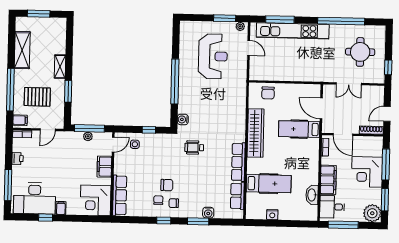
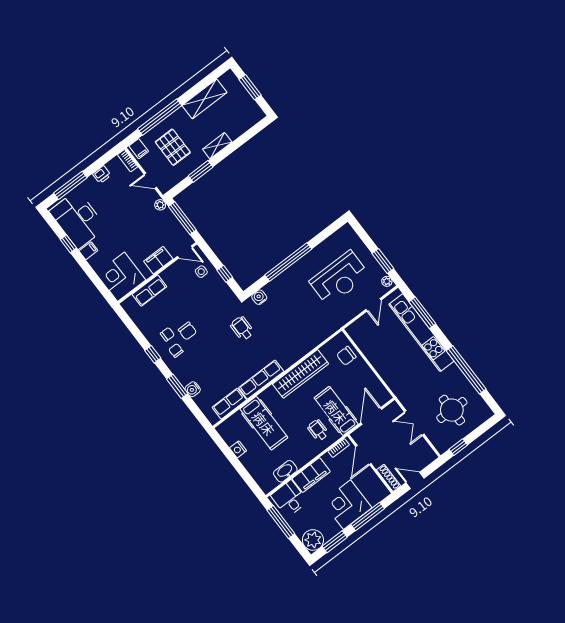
plant: (88, 136) -> (160, 205), moved
wheelchair: (302, 151) -> (318, 430), added
row of seats: (120, 195) -> (149, 291), width x0.68

